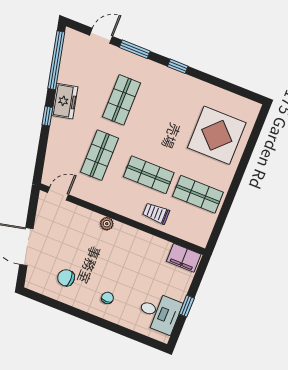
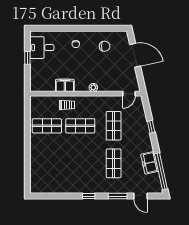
door: (101, 36) -> (141, 196), hinge flipped
freezer: (65, 101) -> (150, 163), moved
window: (47, 116) -> (151, 127), moved
display table: (217, 135) -> (50, 165), removed
filing cabinet: (184, 258) -> (65, 85), moved

